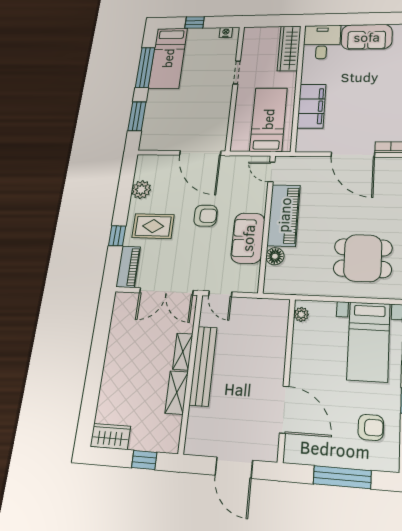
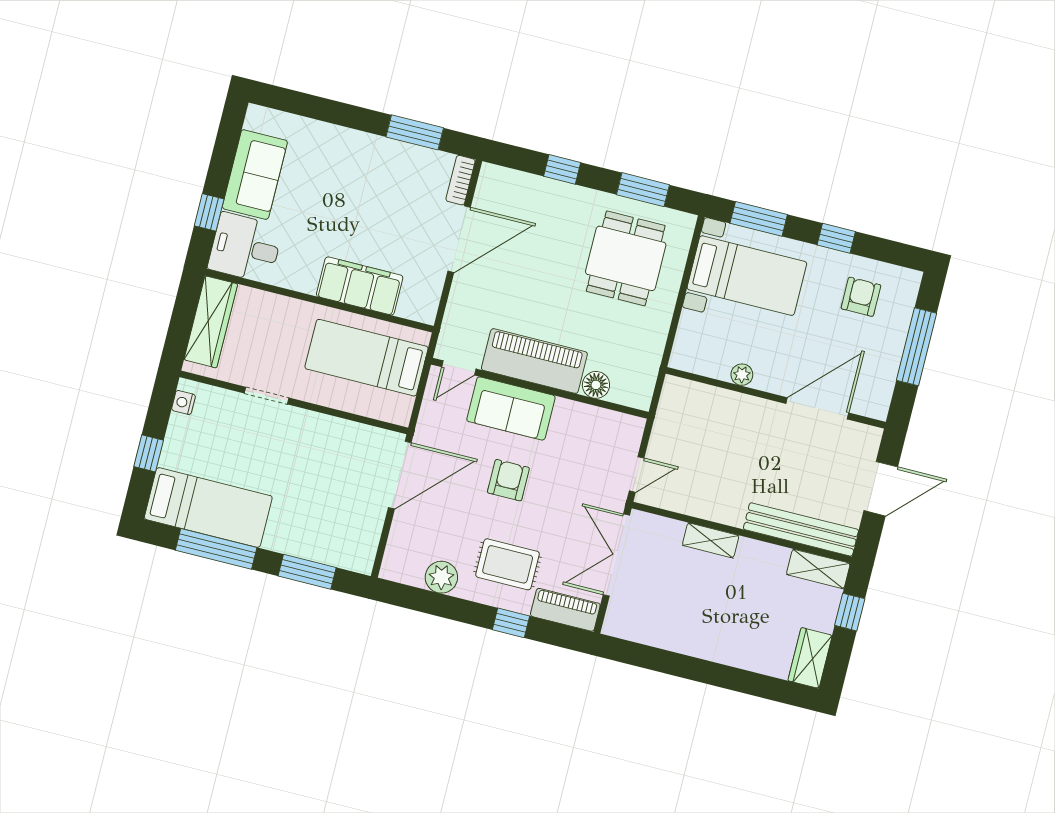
window: (339, 19) -> (209, 212), added
wardrobe: (289, 48) -> (211, 322), moved, turned -90
rug: (153, 226) -> (508, 564), turned 90
sofa: (248, 238) -> (511, 408), moved
double door: (166, 292) -> (616, 555), swing flipped
plant: (301, 314) -> (742, 375), moved
bench: (203, 366) -> (801, 529), moved
shelving: (177, 392) -> (818, 569), moved

